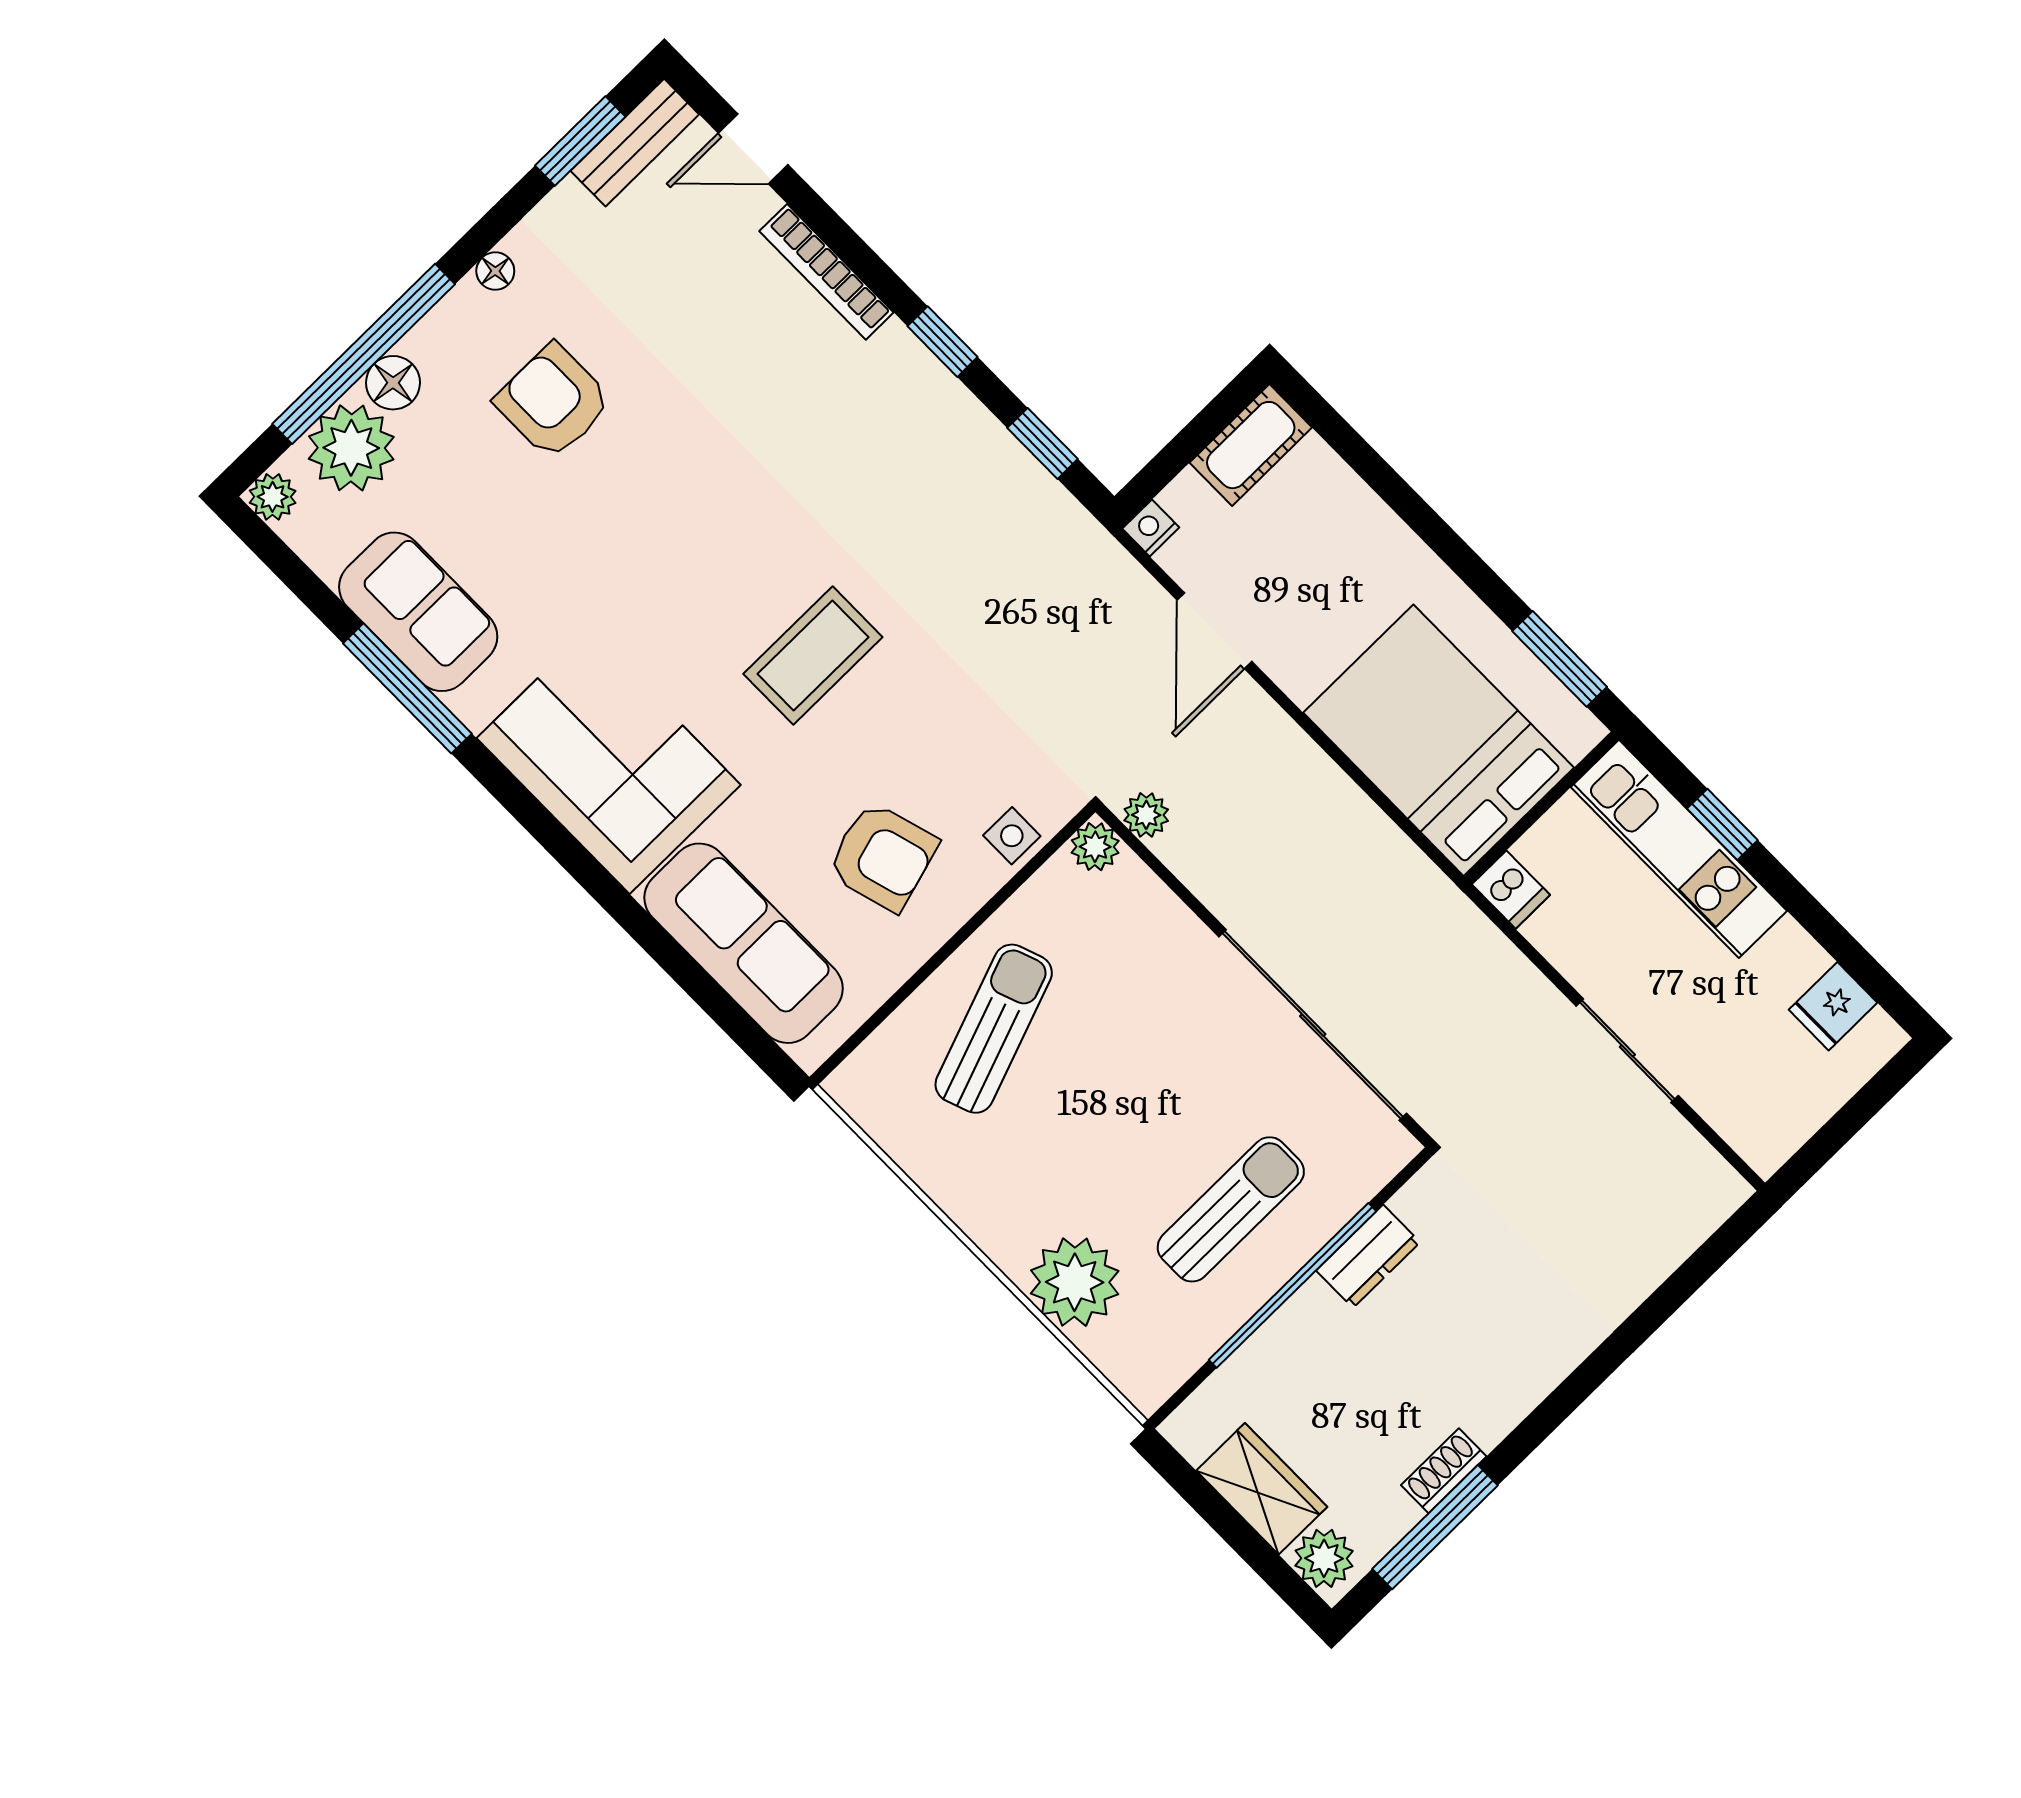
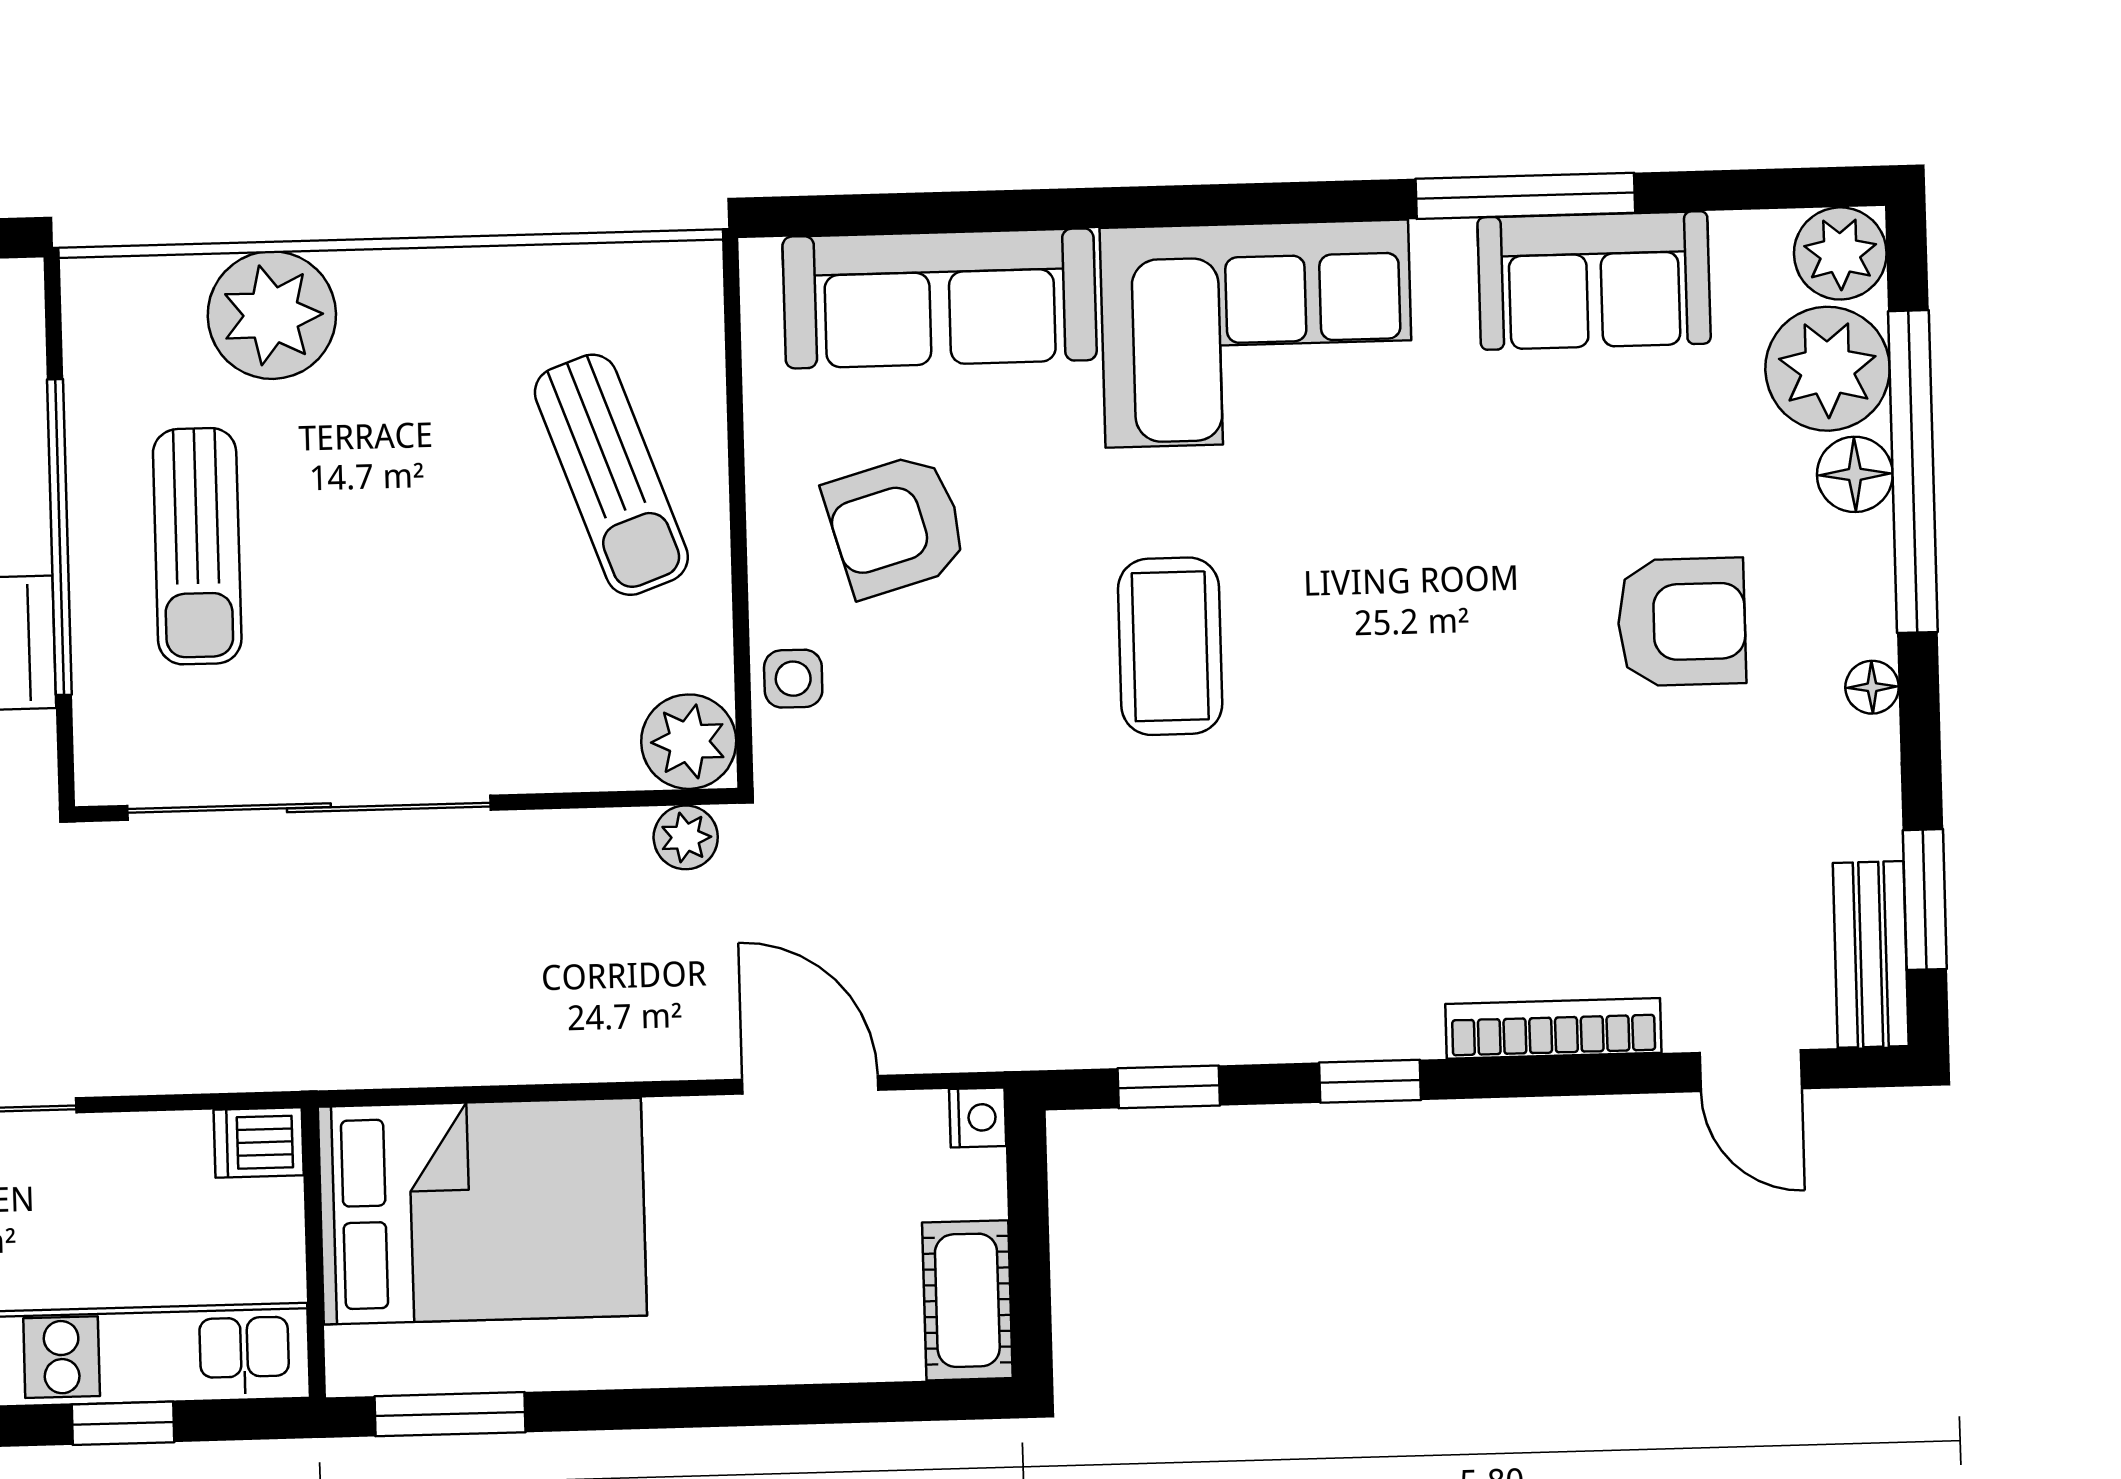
door: (753, 149) -> (1751, 1071), swing flipped
plant: (273, 497) -> (1840, 253), width x1.38, depth x1.38
plant: (1095, 847) -> (689, 742), width x1.38, depth x1.38

